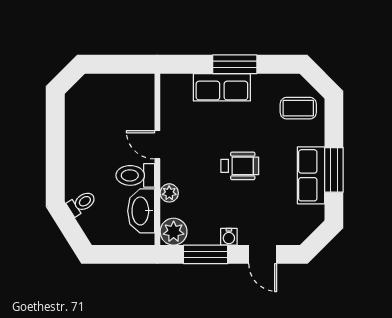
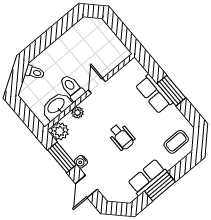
coffee table: (298, 108) -> (176, 142), turned 90

